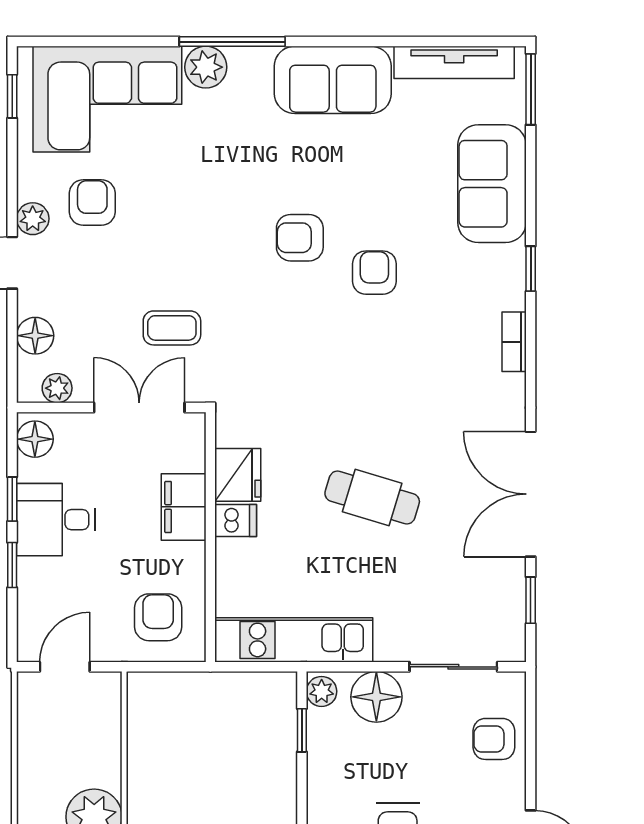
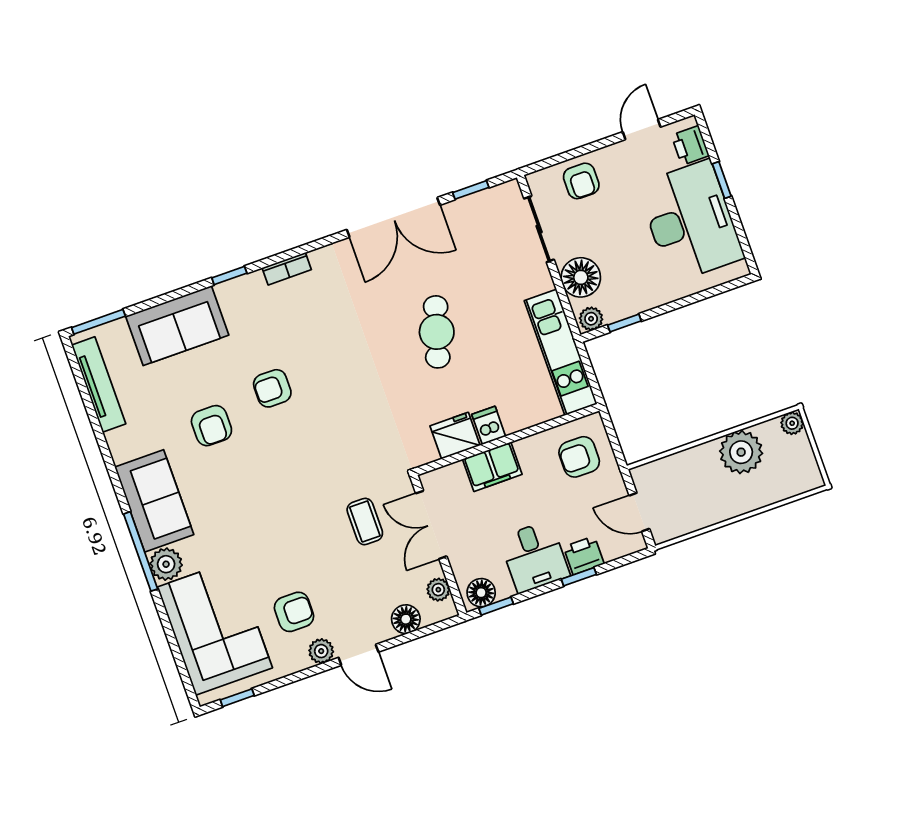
sofa: (333, 80) -> (154, 501), moved
armchair: (92, 203) -> (294, 612), turned 180
armchair: (300, 238) -> (211, 426), moved
window: (12, 499) -> (496, 606), moved
printer: (36, 580) -> (584, 555), added

